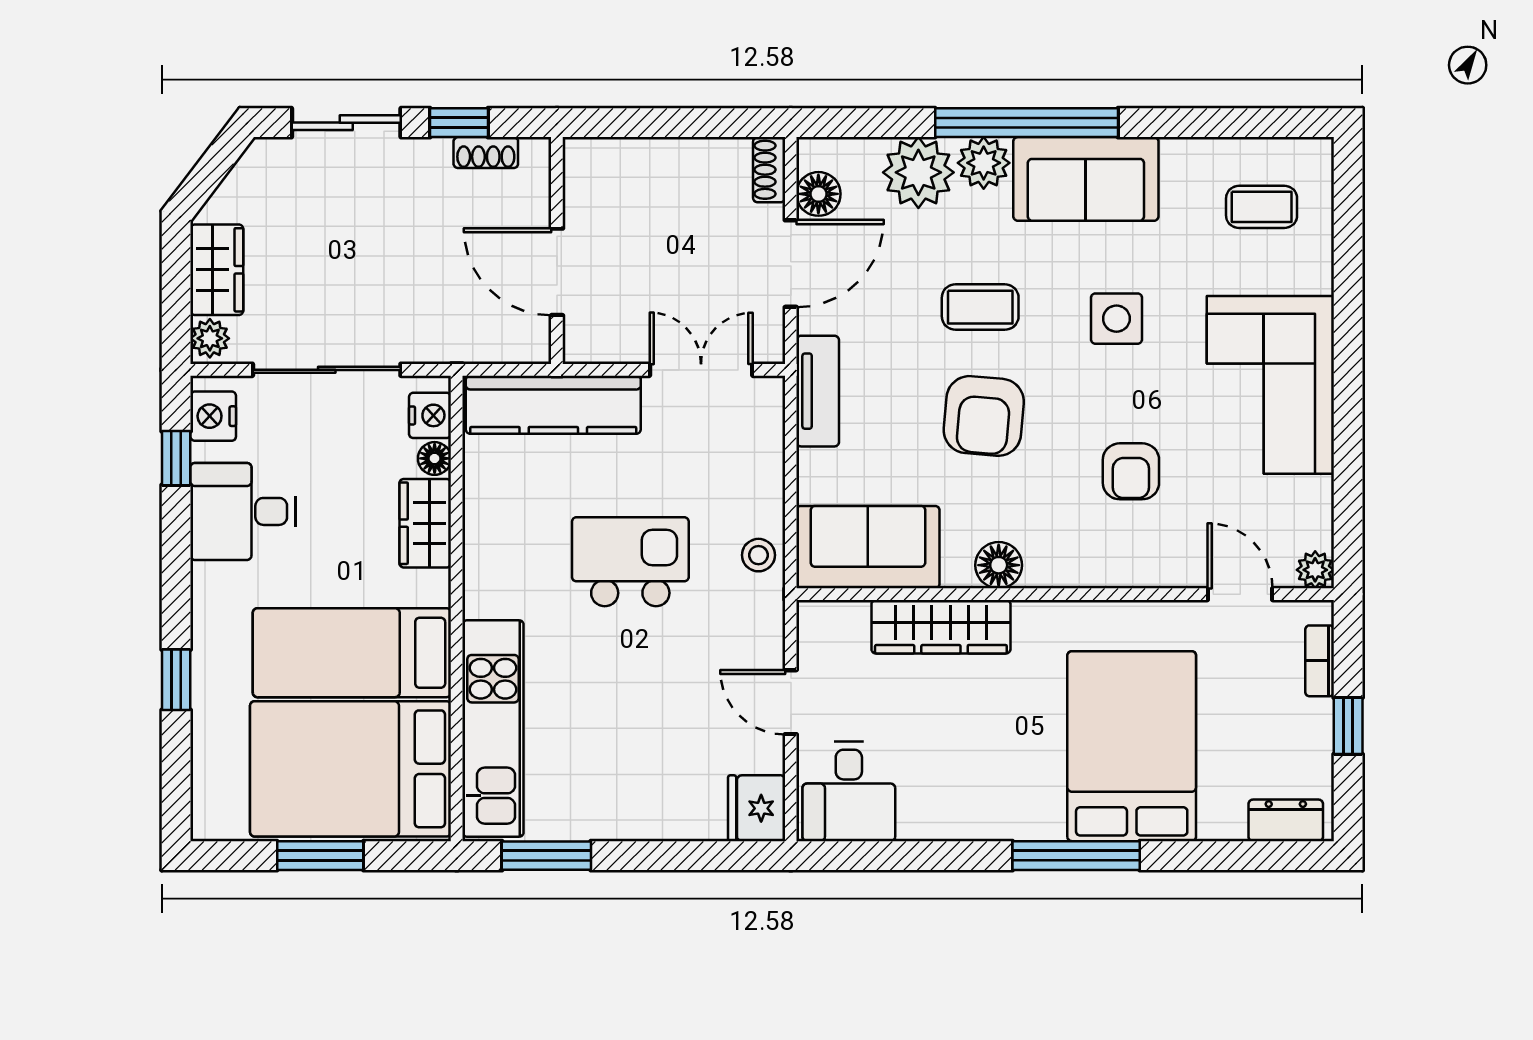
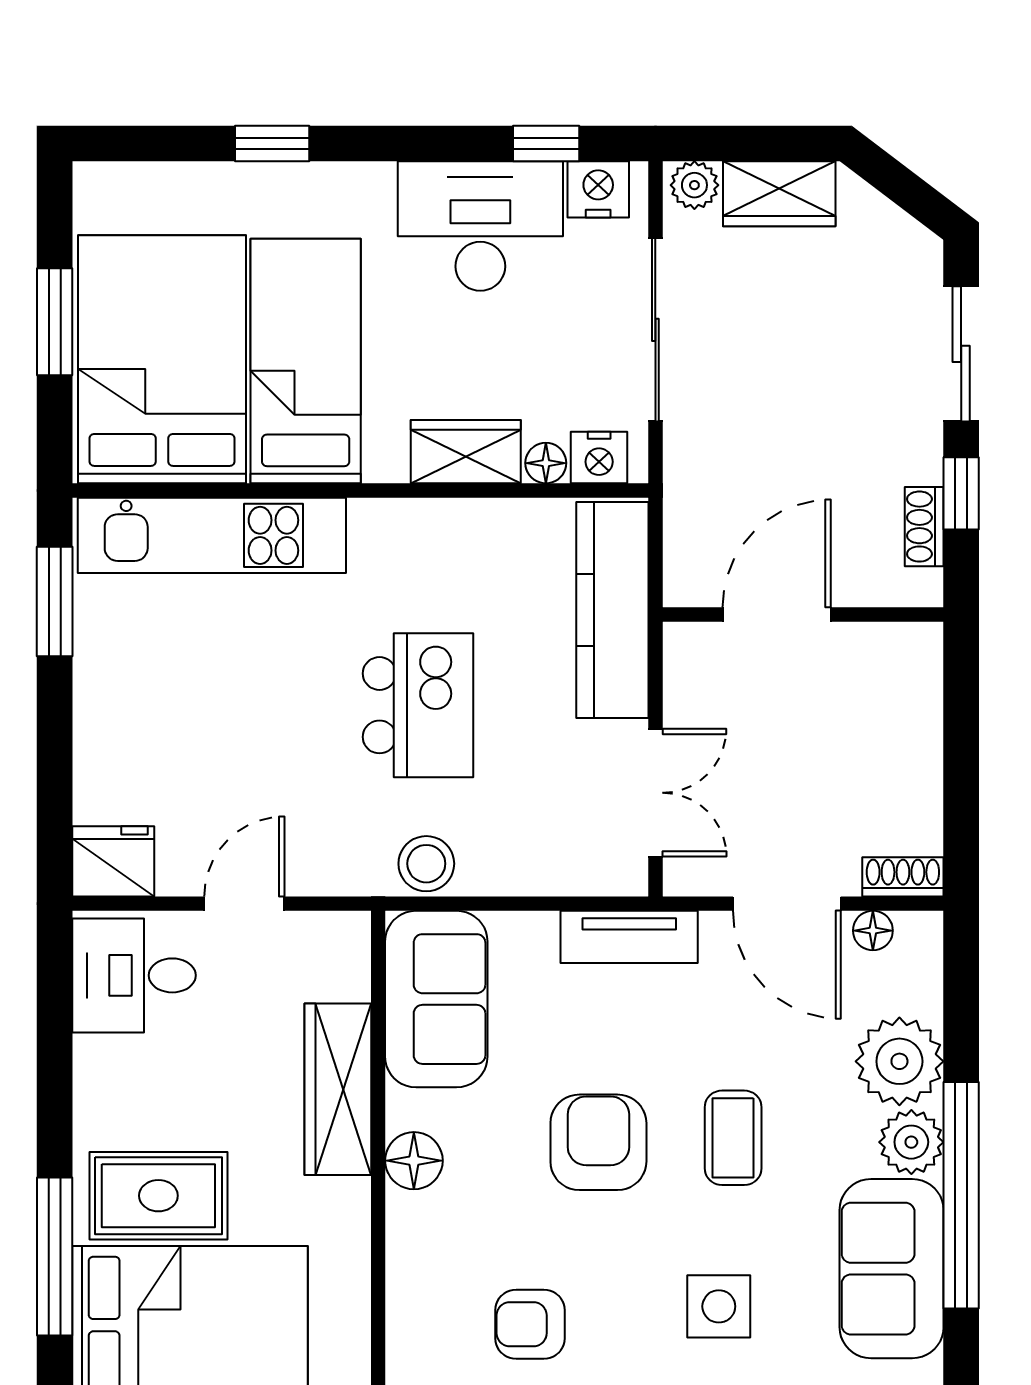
floor lamp: (818, 194) -> (873, 931), width x0.73, depth x0.73
armchair: (984, 416) -> (598, 1142), turned 85
desk: (243, 511) -> (480, 226), width x1.37
stool: (758, 555) -> (426, 864), width x1.37, depth x1.37
rug: (1027, 772) -> (158, 1196), added

